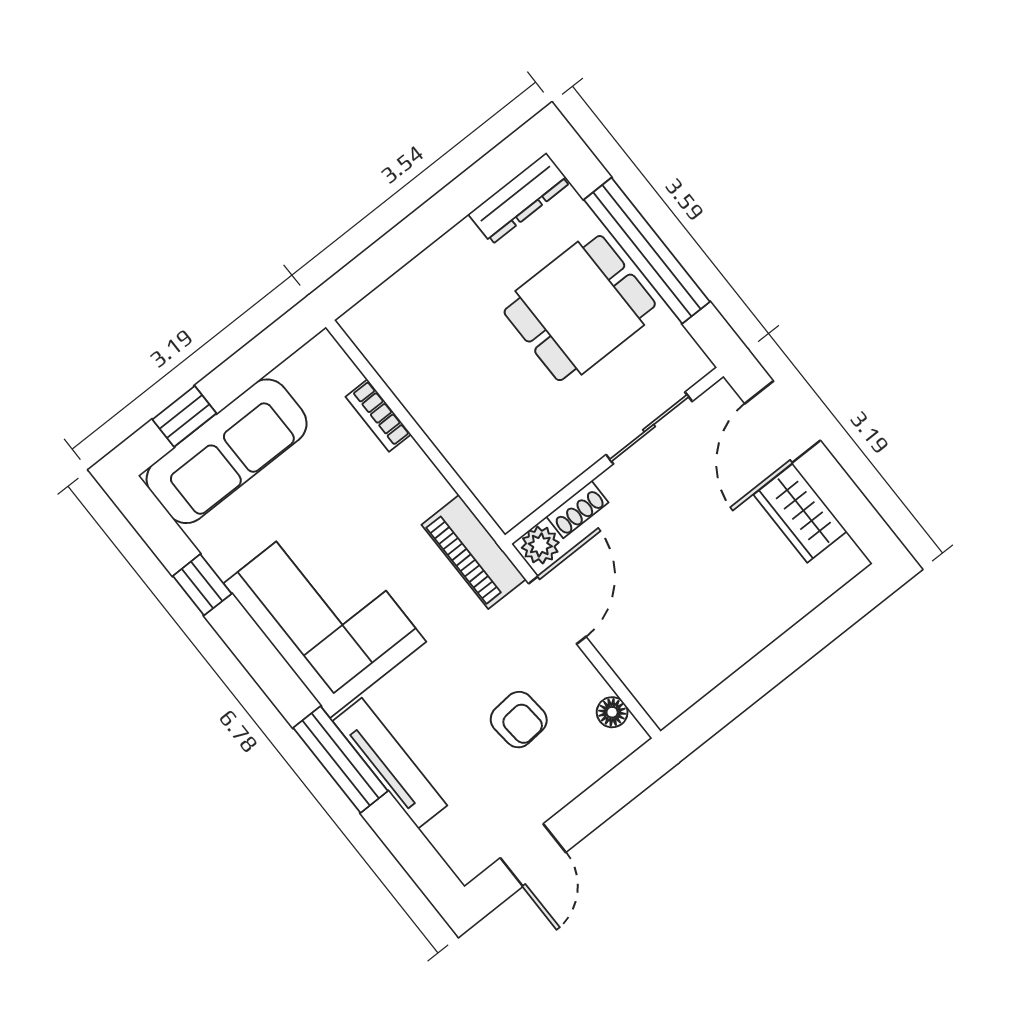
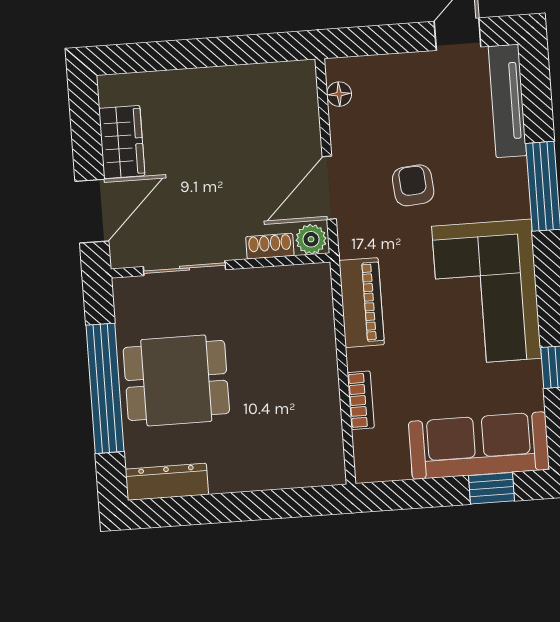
piano: (474, 552) -> (362, 303), moved
armchair: (519, 720) -> (413, 185), moved
tv unit: (390, 763) -> (507, 101), moved

